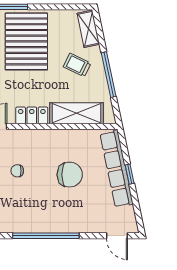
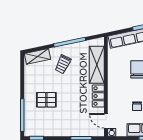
pallet: (26, 41) -> (46, 100), width x0.49, depth x0.50

